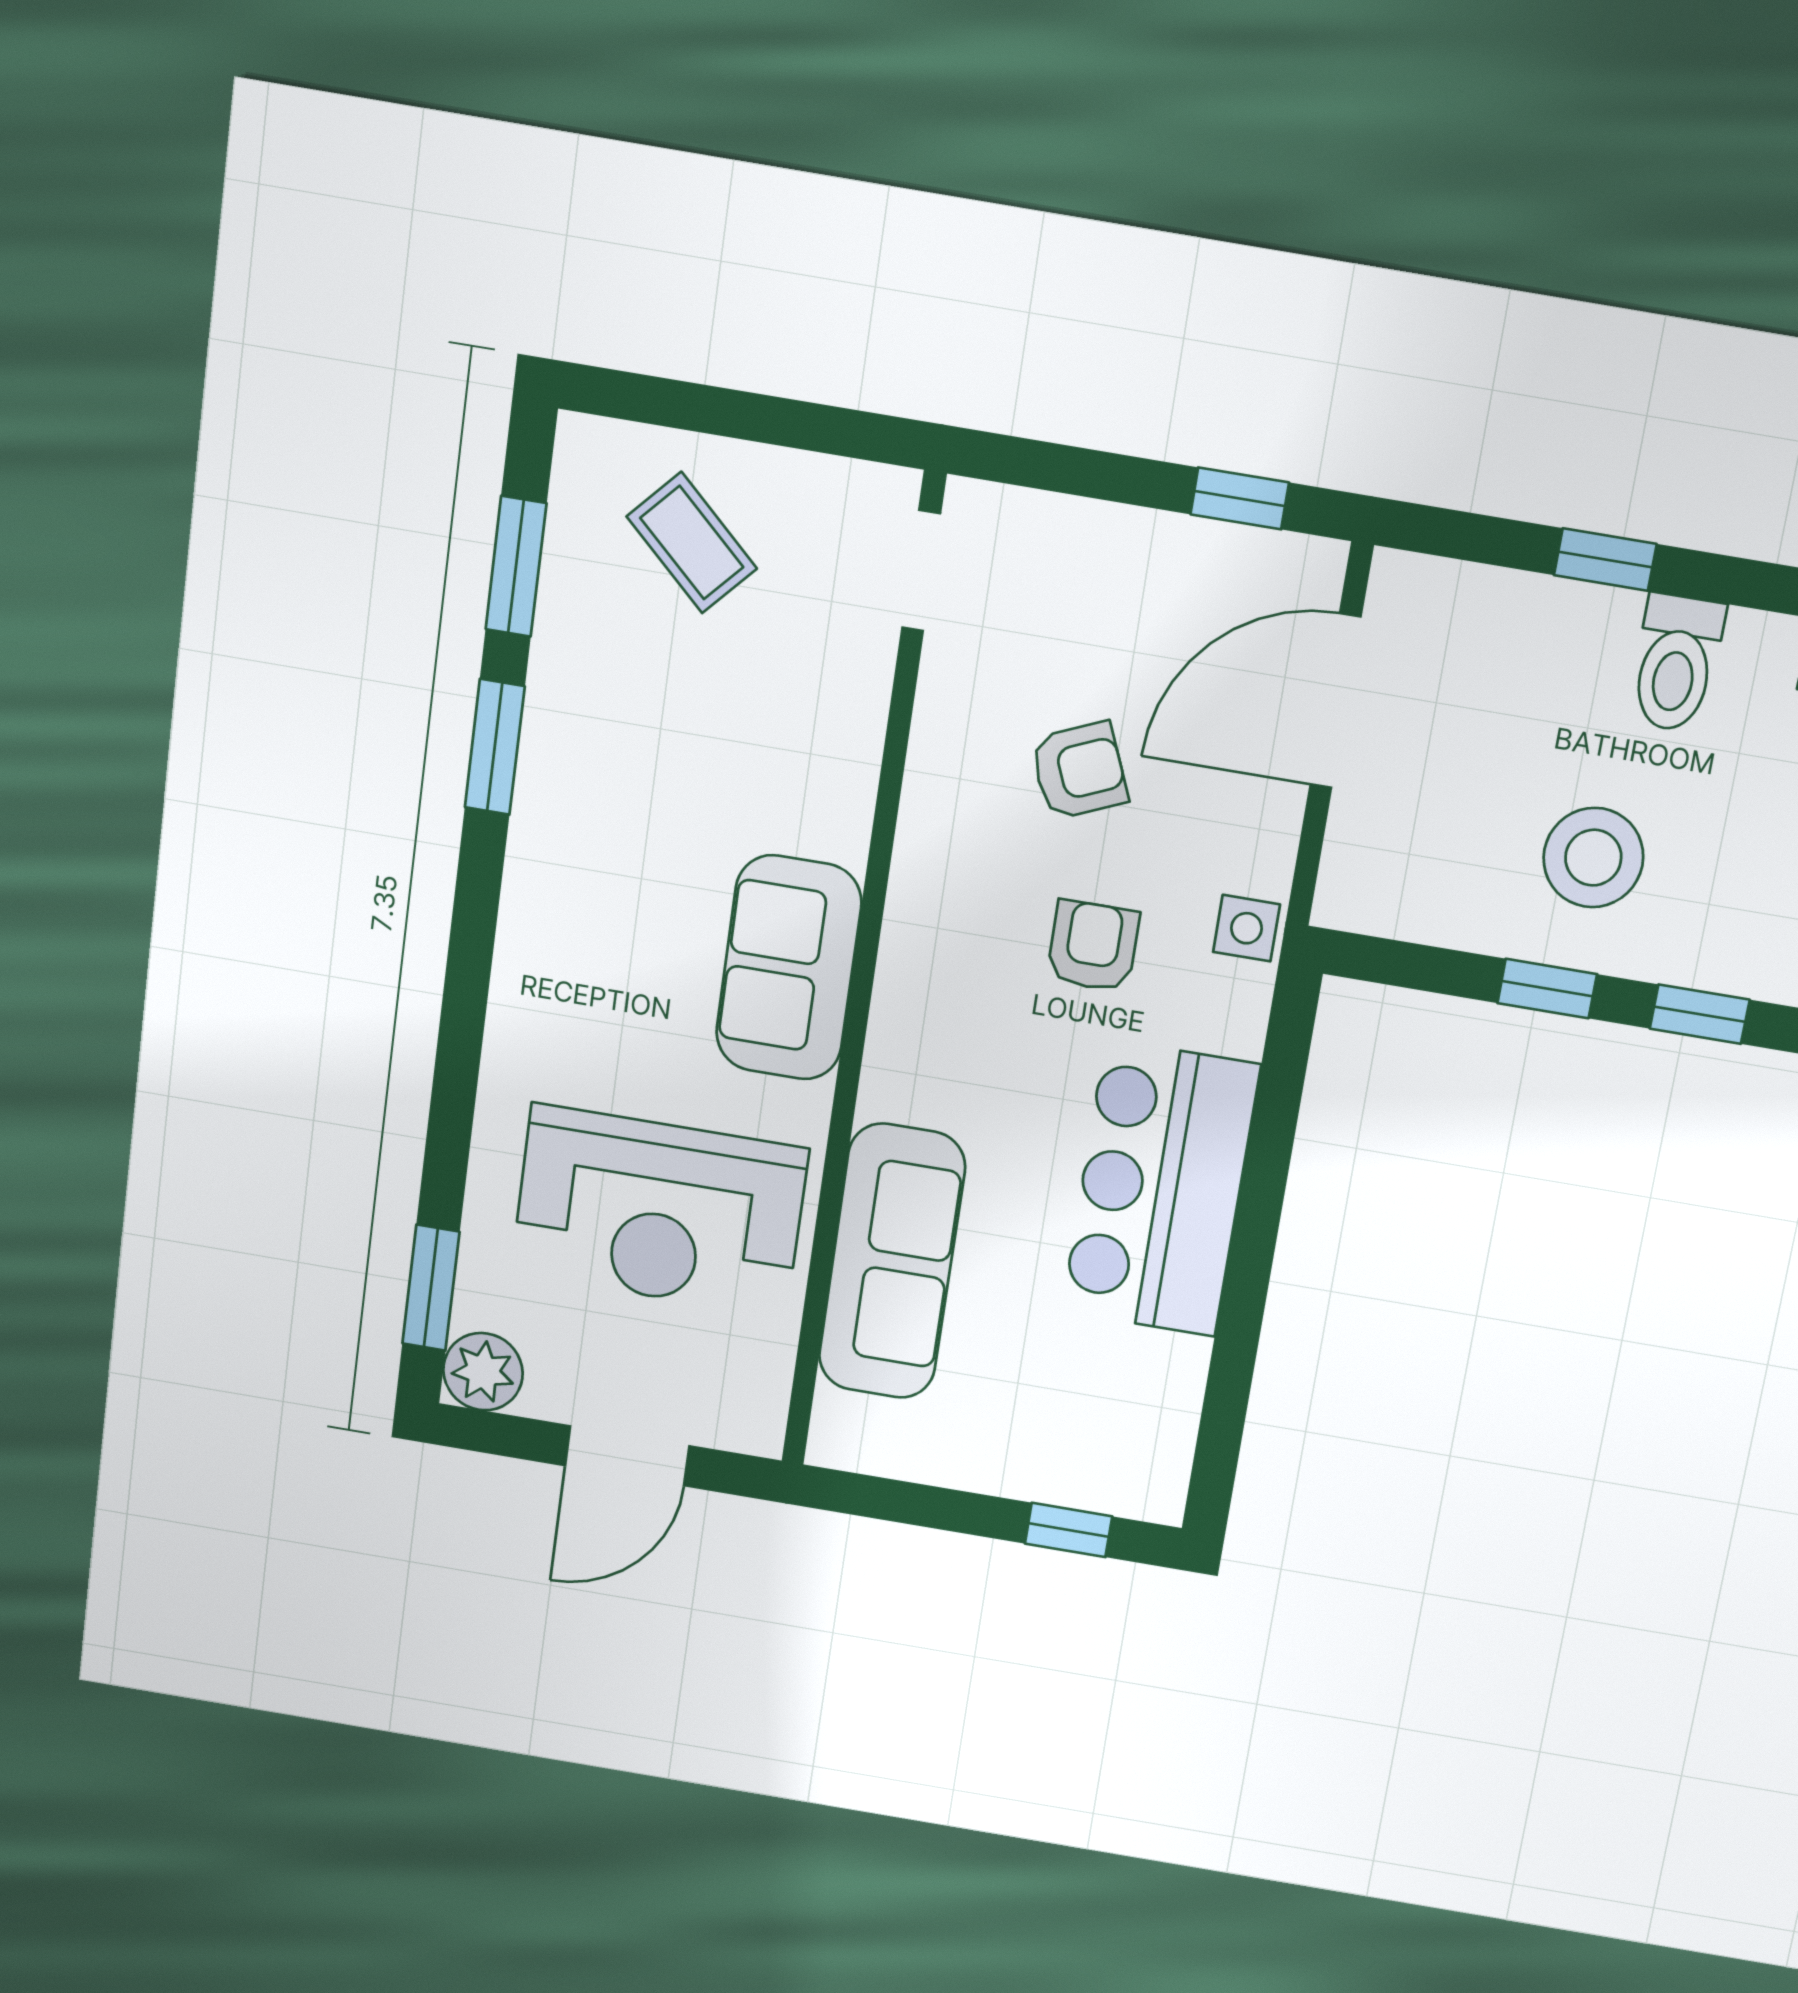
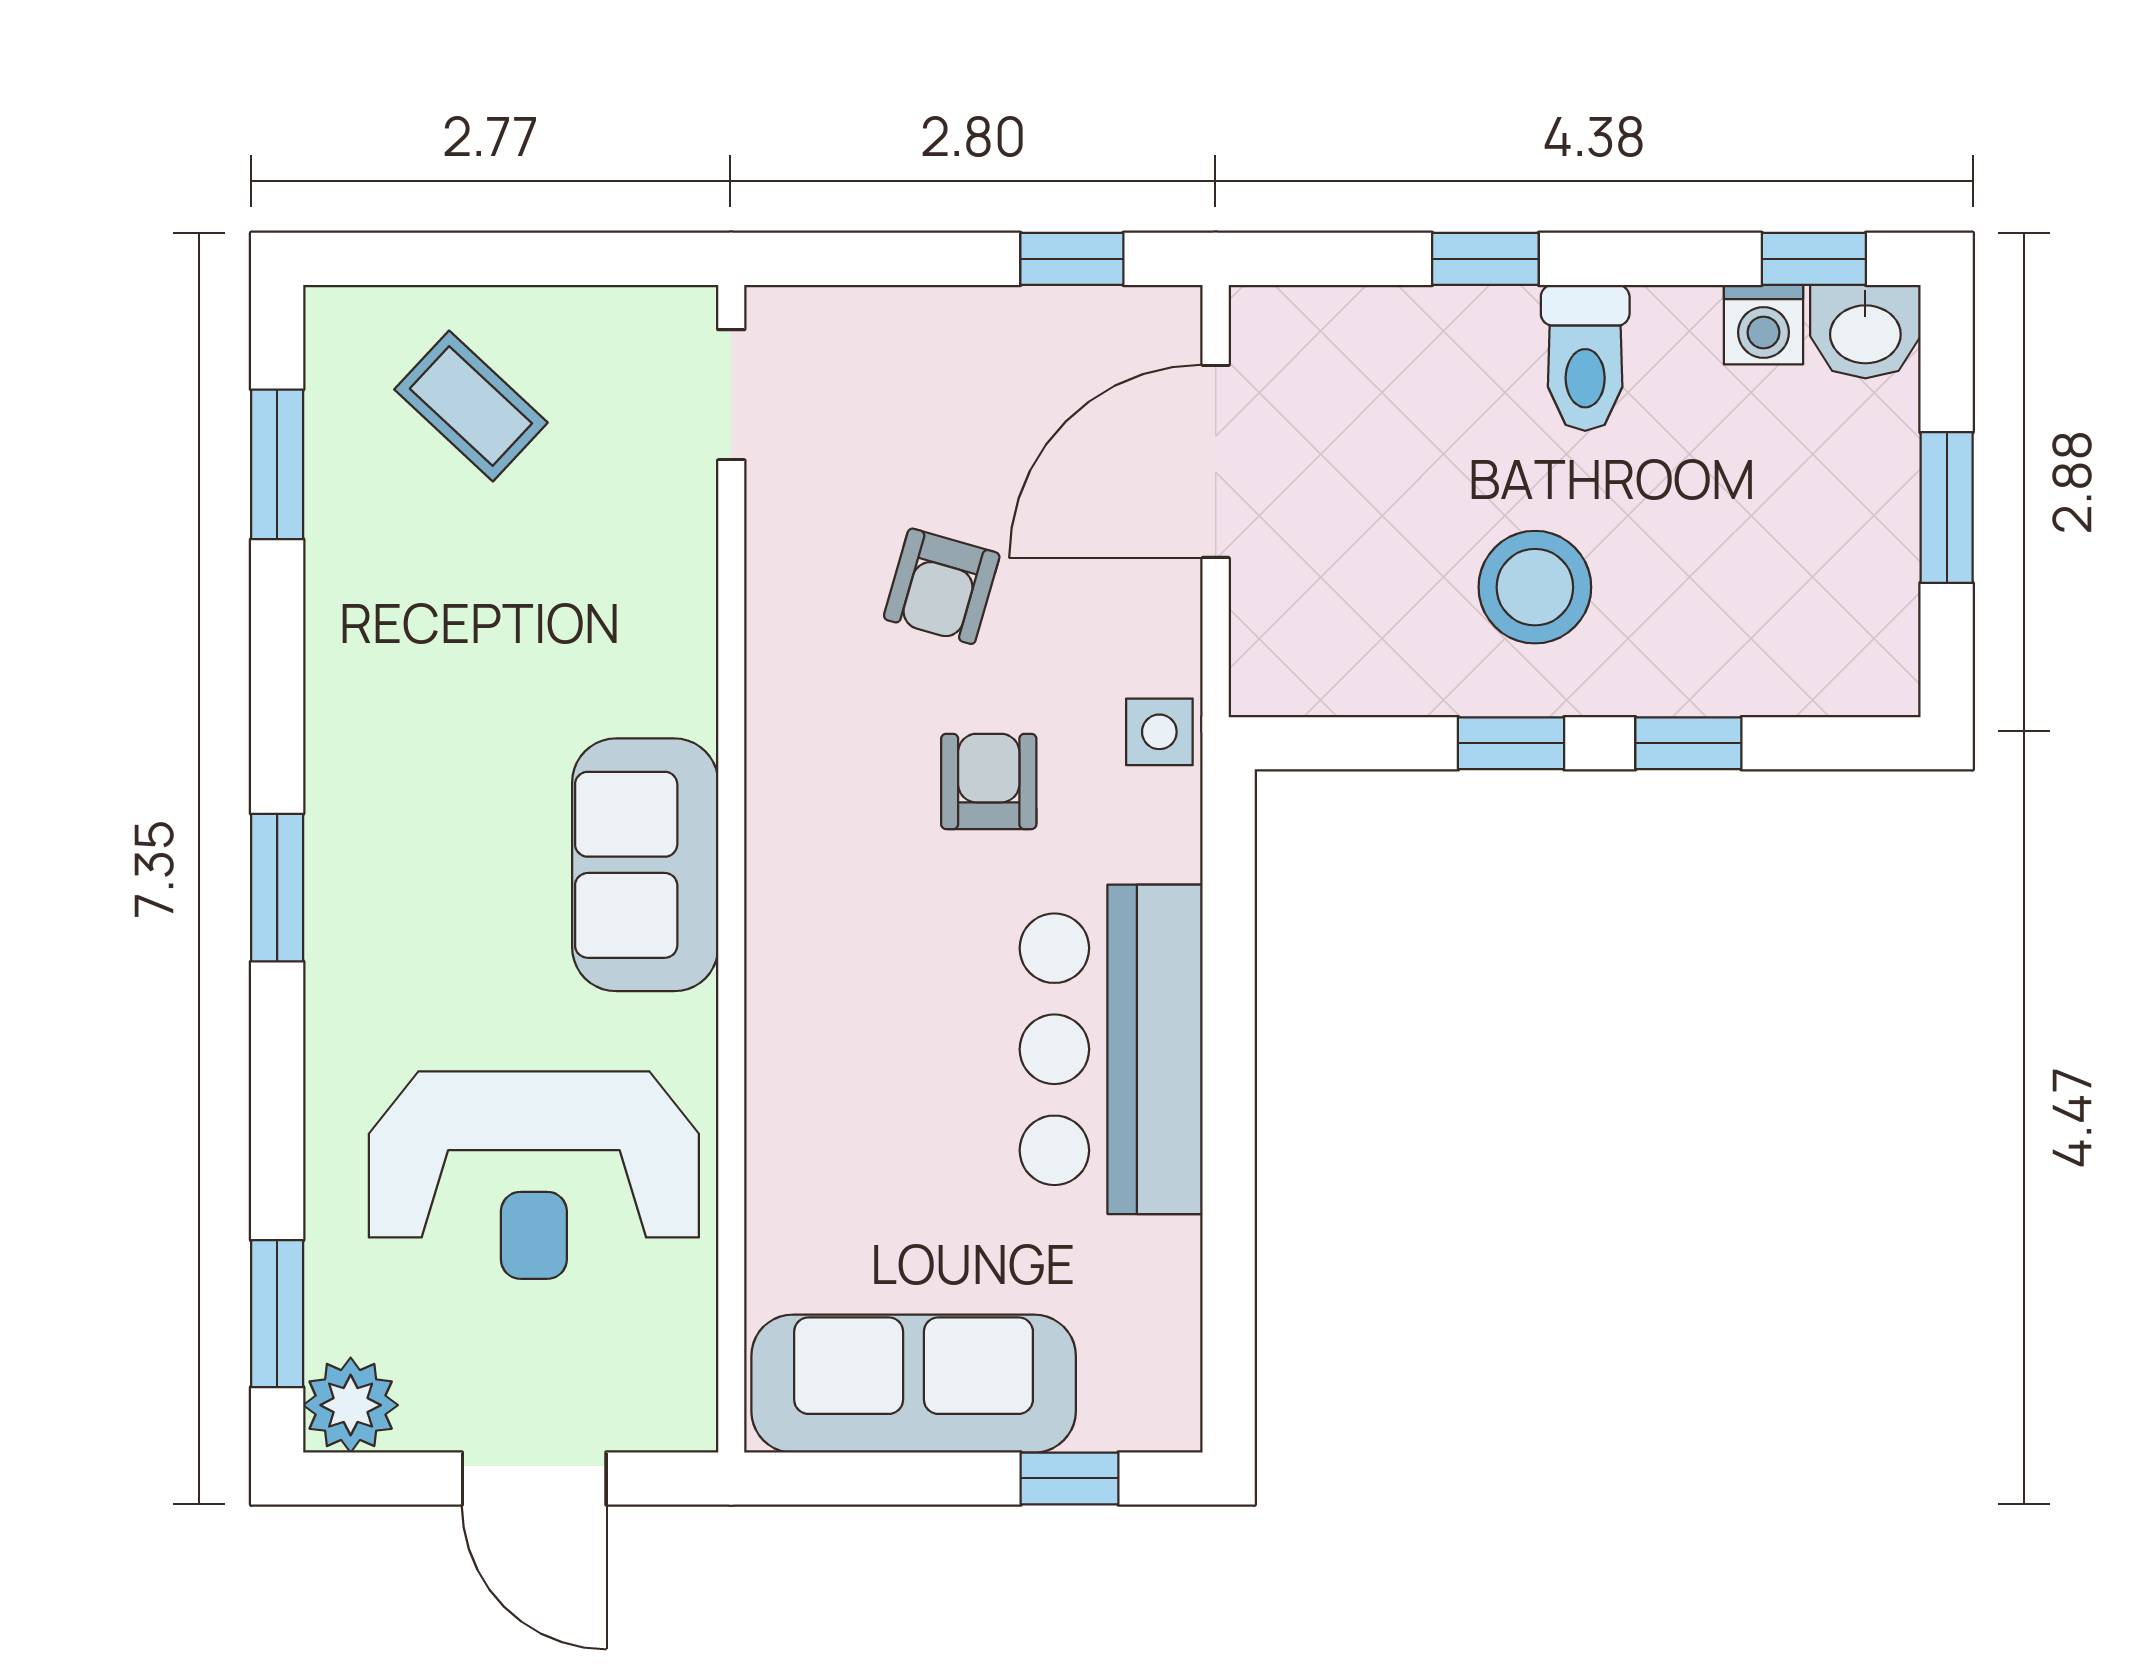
window: (495, 747) -> (277, 888), moved
armchair: (1079, 771) -> (942, 586), turned 129
sofa: (892, 1262) -> (914, 1384), moved, turned -90
door: (627, 1456) -> (534, 1478), hinge flipped

